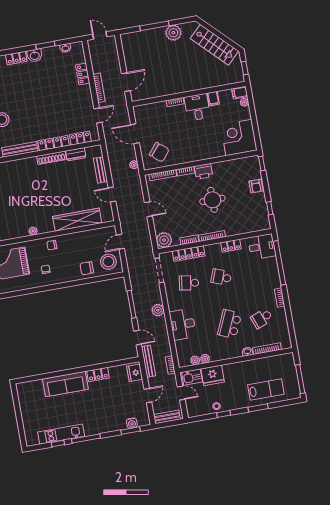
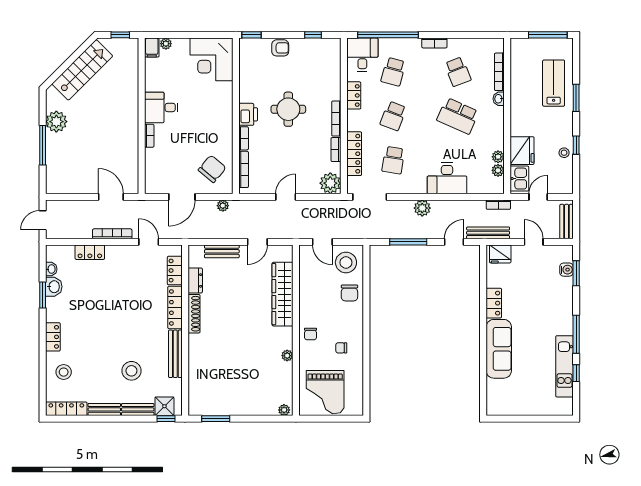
washbasin: (35, 55) -> (54, 287), moved
filing cabinet: (213, 99) -> (154, 84), removed
school desk: (253, 271) -> (393, 72), added

